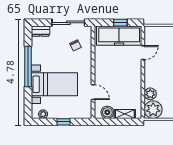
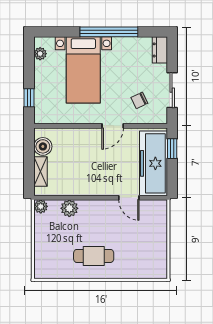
sliding door: (68, 23) -> (172, 90), width x0.73
window: (120, 23) -> (172, 149), moved
door: (93, 92) -> (113, 126), moved
plant: (153, 110) -> (41, 206), width x0.53, depth x0.53
window: (63, 122) -> (29, 98), moved

